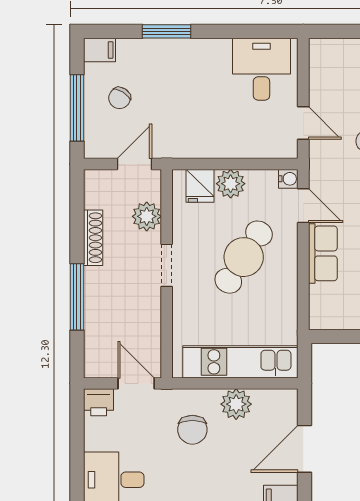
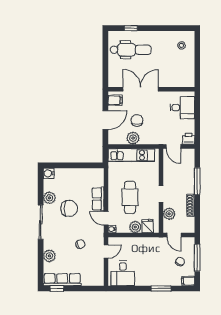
door: (303, 123) -> (106, 252), swing flipped
door: (134, 164) -> (174, 235), hinge flipped
cafe table: (244, 257) -> (130, 197), turned -33
chair: (192, 430) -> (137, 120), moved

